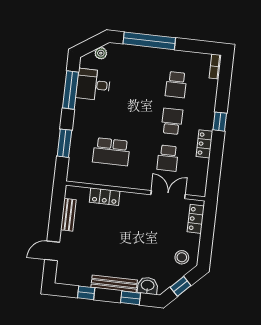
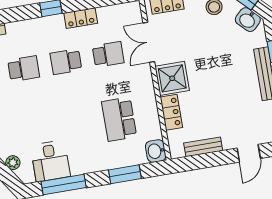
school desk: (111, 152) -> (119, 119), turned 180
washbasin: (76, 174) -> (156, 151), added
shower: (133, 205) -> (172, 78), added
door: (52, 251) -> (249, 153), hinge flipped
washbasin: (148, 286) -> (248, 20), moved, turned -45

